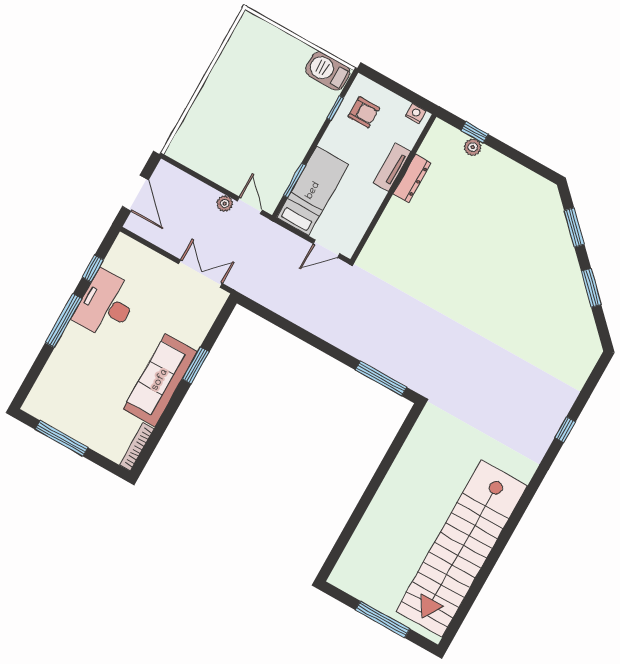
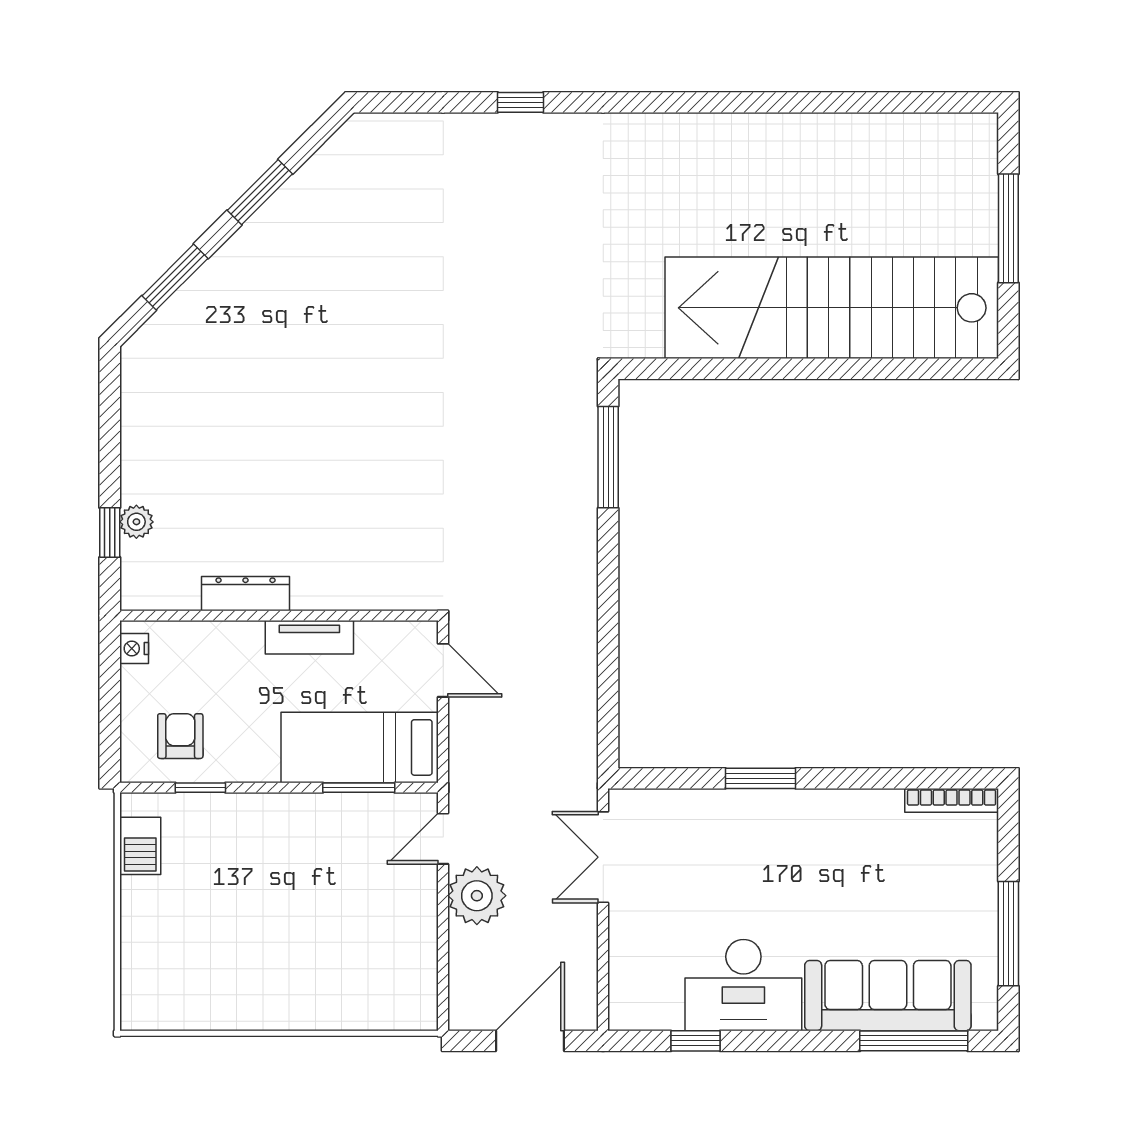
barbecue: (328, 71) -> (140, 846), width x0.73, depth x0.79
tv unit: (392, 167) -> (309, 637), moved
plant: (225, 204) -> (477, 896), width x1.88, depth x1.88
window: (64, 321) -> (914, 1041), moved
sofa: (160, 380) -> (888, 996), moved, turned 180
stairs: (462, 548) -> (832, 308), moved, turned 180

